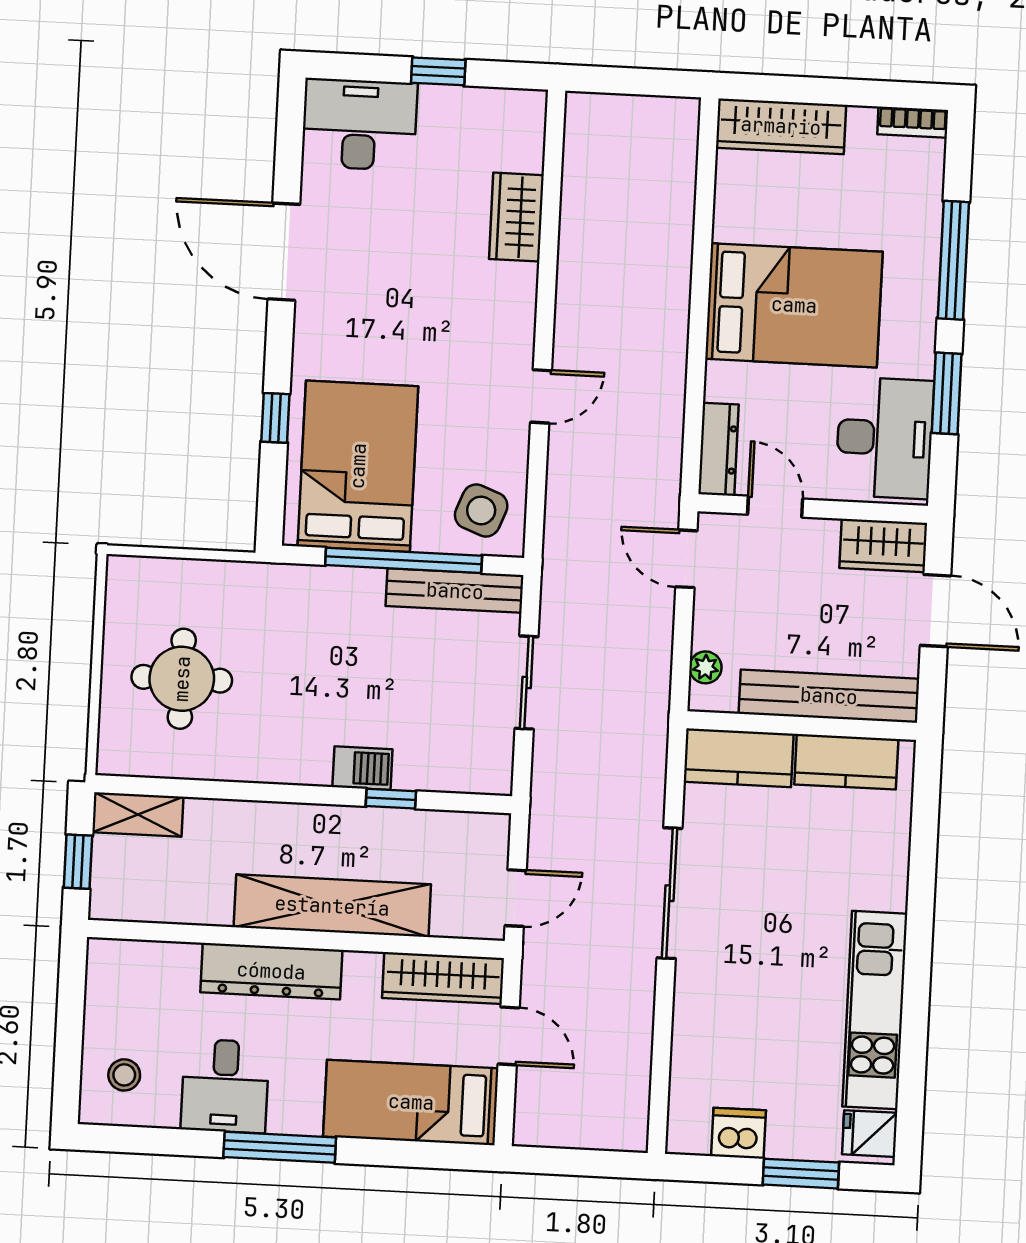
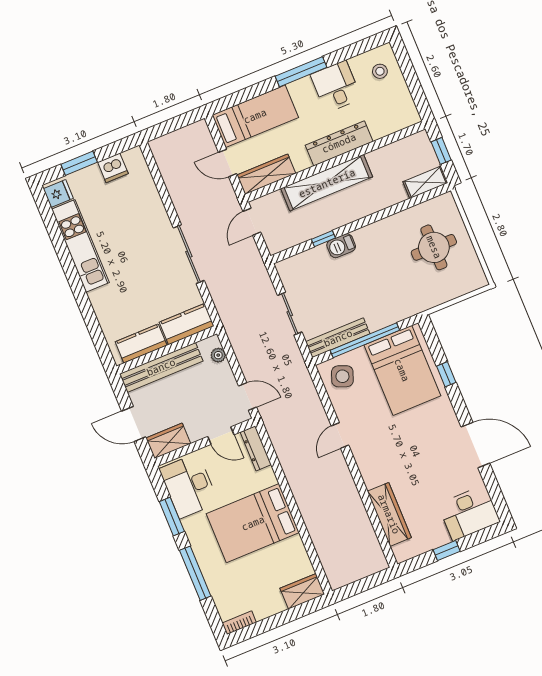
wardrobe: (781, 126) -> (302, 591), width x0.67
wardrobe: (516, 217) -> (389, 514), width x1.50

